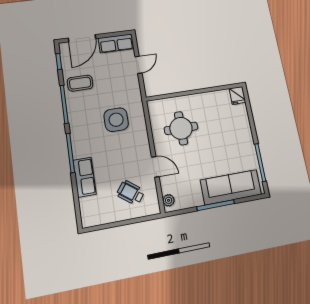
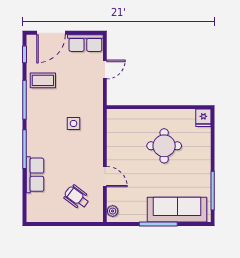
side table: (116, 120) -> (74, 123), width x0.54, depth x0.54
round table: (181, 128) -> (164, 146), moved

